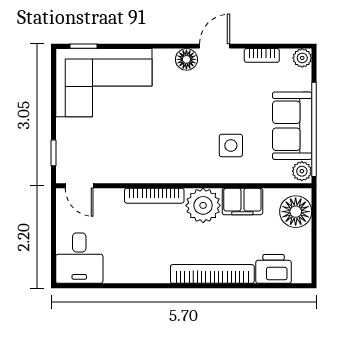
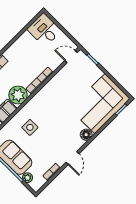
plant: (302, 58) -> (28, 178), moved
floor lamp: (186, 59) -> (86, 135), moved

